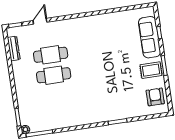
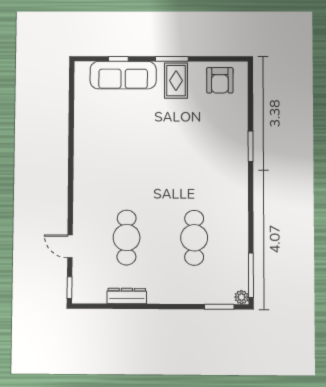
dresser: (14, 49) -> (127, 296), moved
cafe table: (54, 75) -> (194, 238), moved
armchair: (155, 97) -> (220, 80), turned -90

